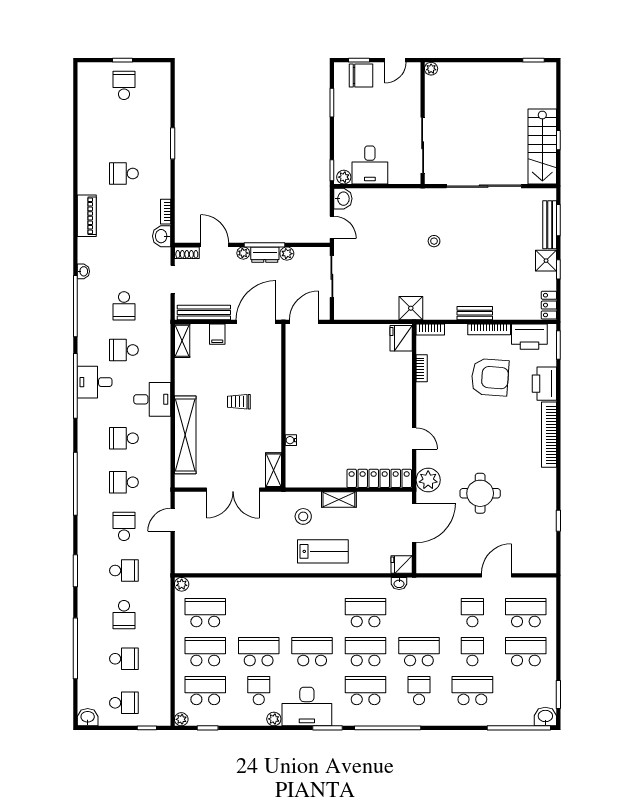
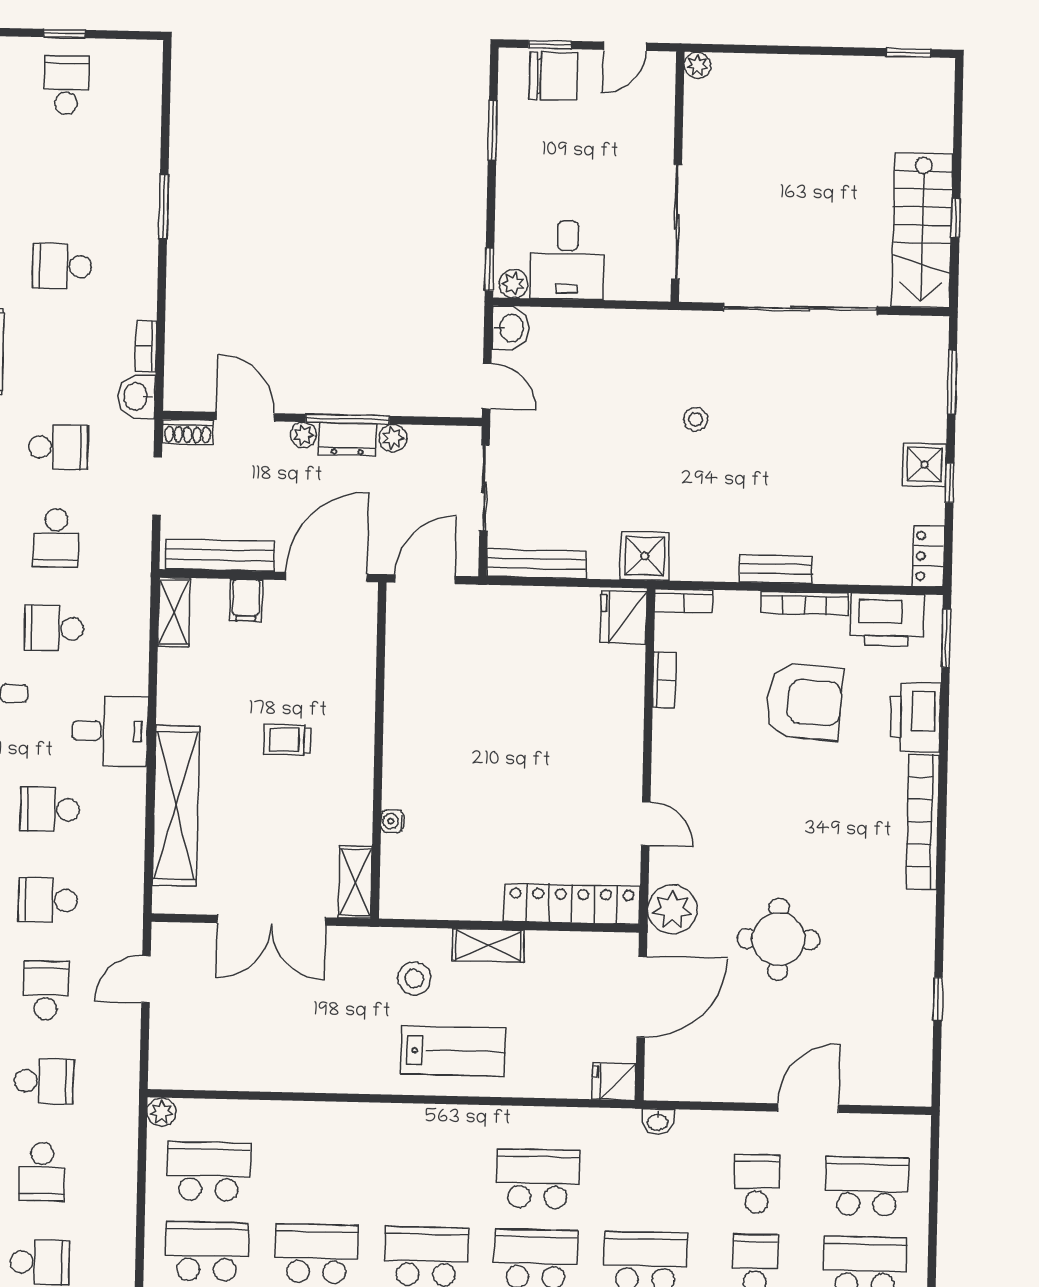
bench: (550, 225) -> (536, 564), moved, turned 90
school desk: (124, 262) -> (58, 447), added
washbasin: (399, 584) -> (658, 1122), moved

